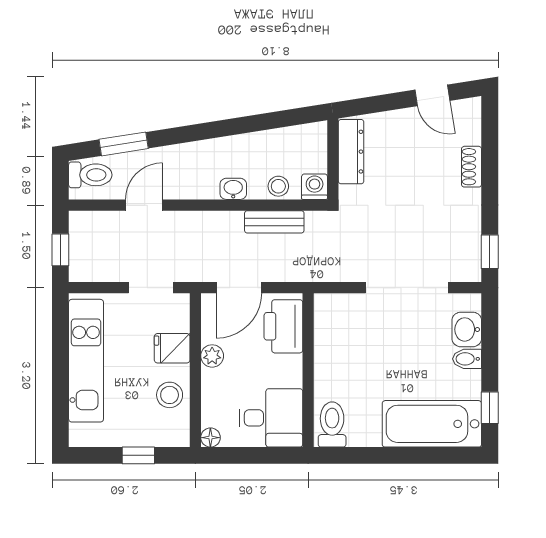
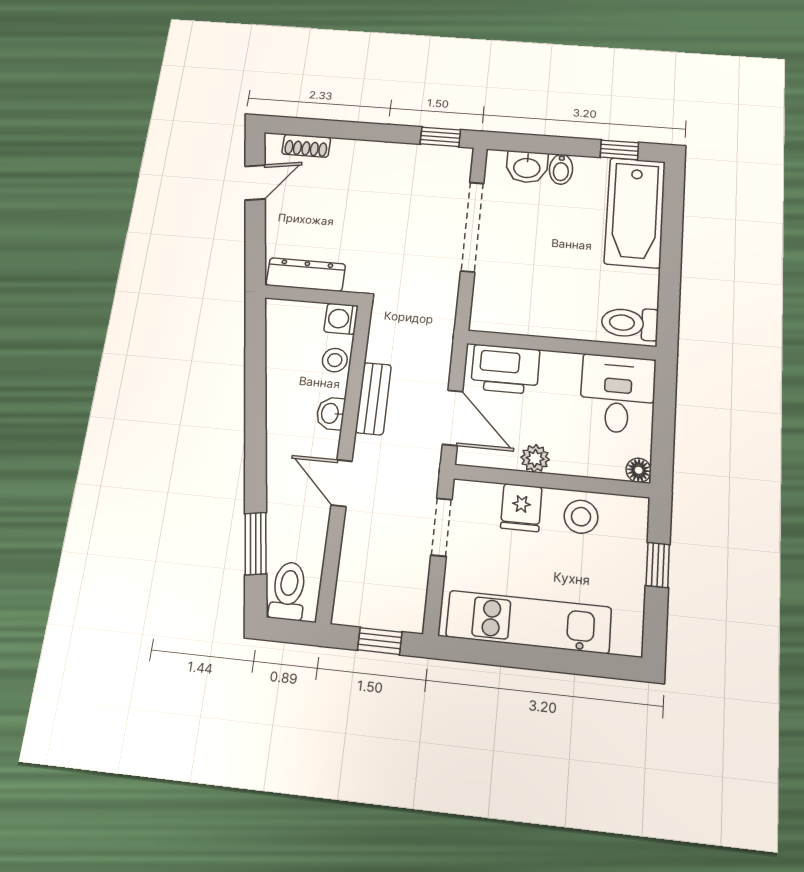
shoe rack: (472, 167) -> (306, 146), moved
door: (144, 205) -> (342, 483), moved
bench: (274, 222) -> (373, 399), moved

